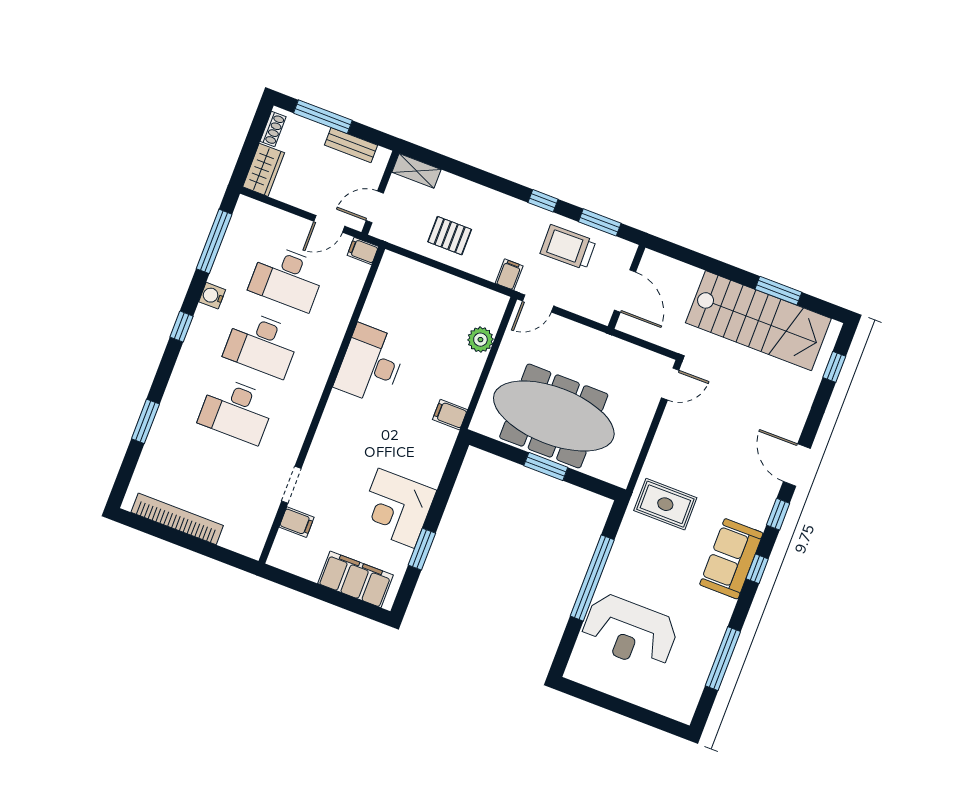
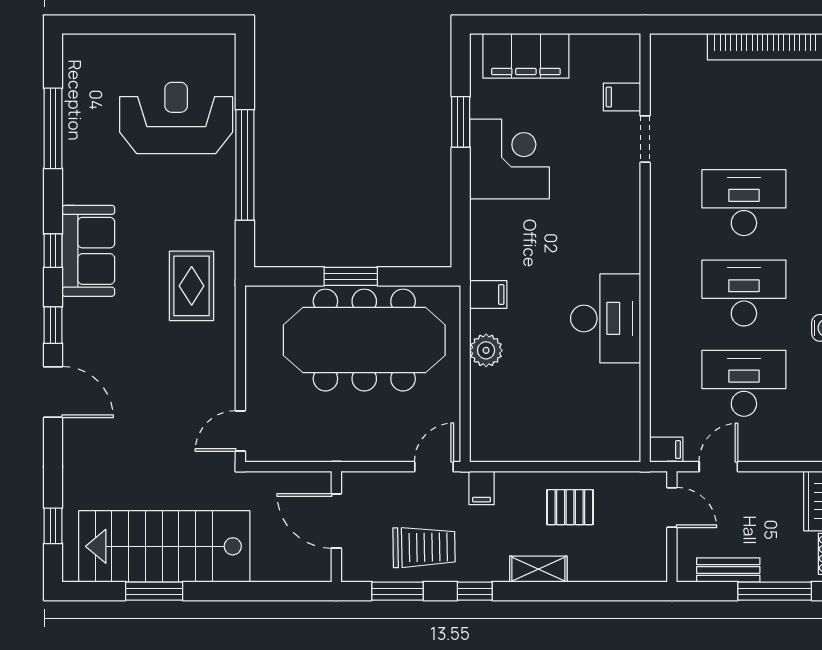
shelving: (416, 171) -> (538, 569), moved
door: (375, 207) -> (672, 507), hinge flipped
plant: (480, 340) -> (486, 350), moved
rug: (665, 504) -> (192, 286), turned 90

